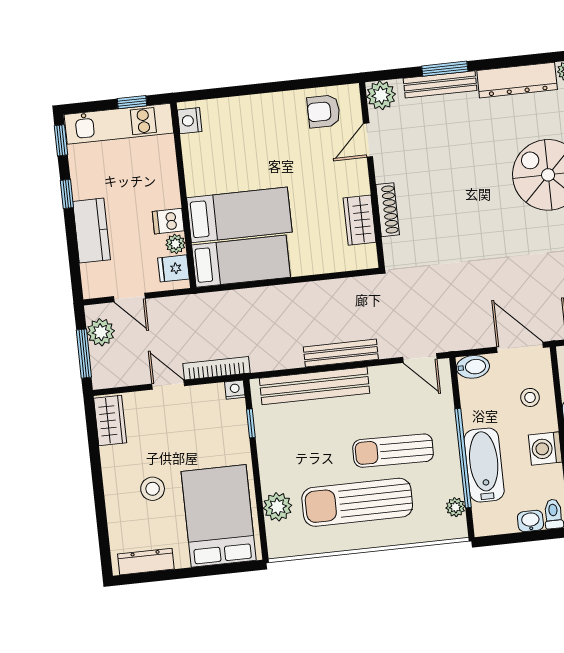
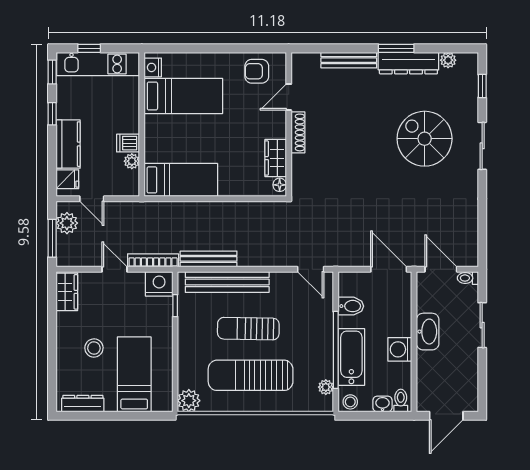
window: (445, 69) -> (396, 48), moved
plant: (381, 95) -> (302, 64), removed
window: (132, 102) -> (89, 48), moved
shoe rack: (388, 210) -> (298, 132), moved
bed: (239, 215) -> (183, 96), moved
floor lamp: (368, 254) -> (280, 185), added
fridge: (173, 268) -> (67, 179), moved, turned 180
bench: (341, 353) -> (209, 259), moved
bidet: (473, 367) -> (351, 306), moved
nightstand: (235, 390) -> (159, 284), width x1.89, depth x1.79
stool: (530, 397) -> (350, 402), moved
sun lounger: (393, 451) -> (248, 329), moved
plant: (278, 507) -> (189, 401), moved
bed: (219, 516) -> (134, 374), width x0.67

